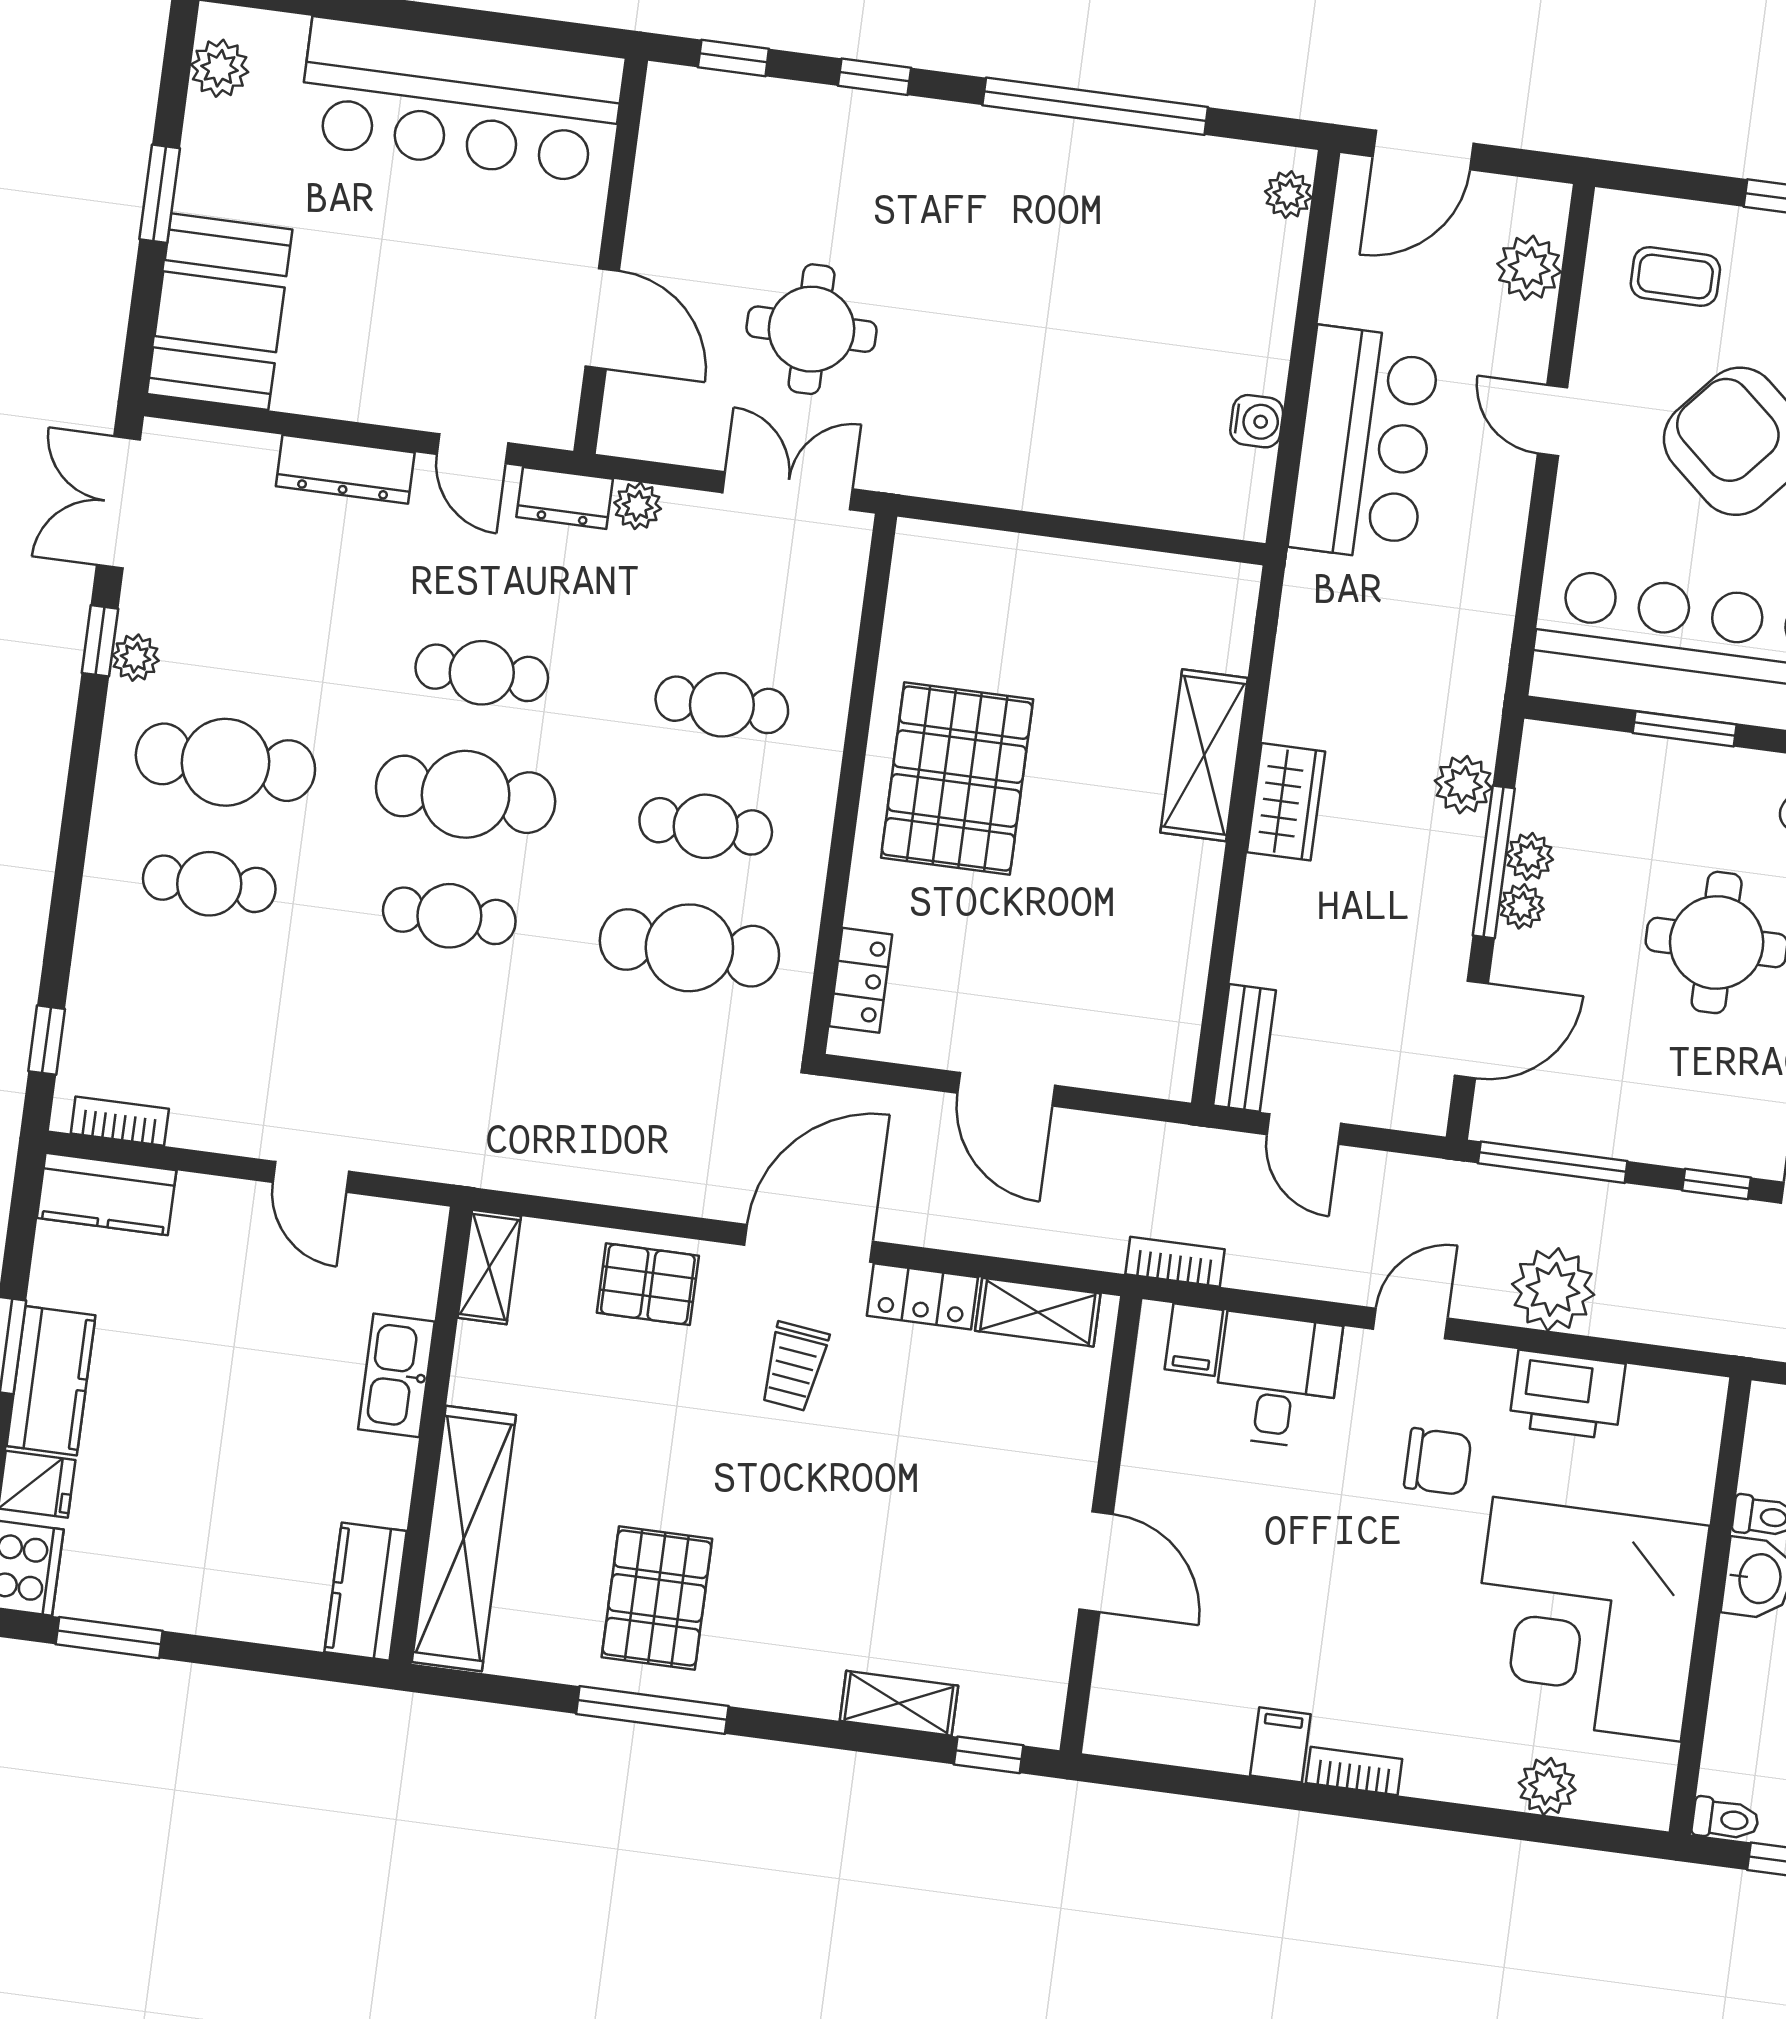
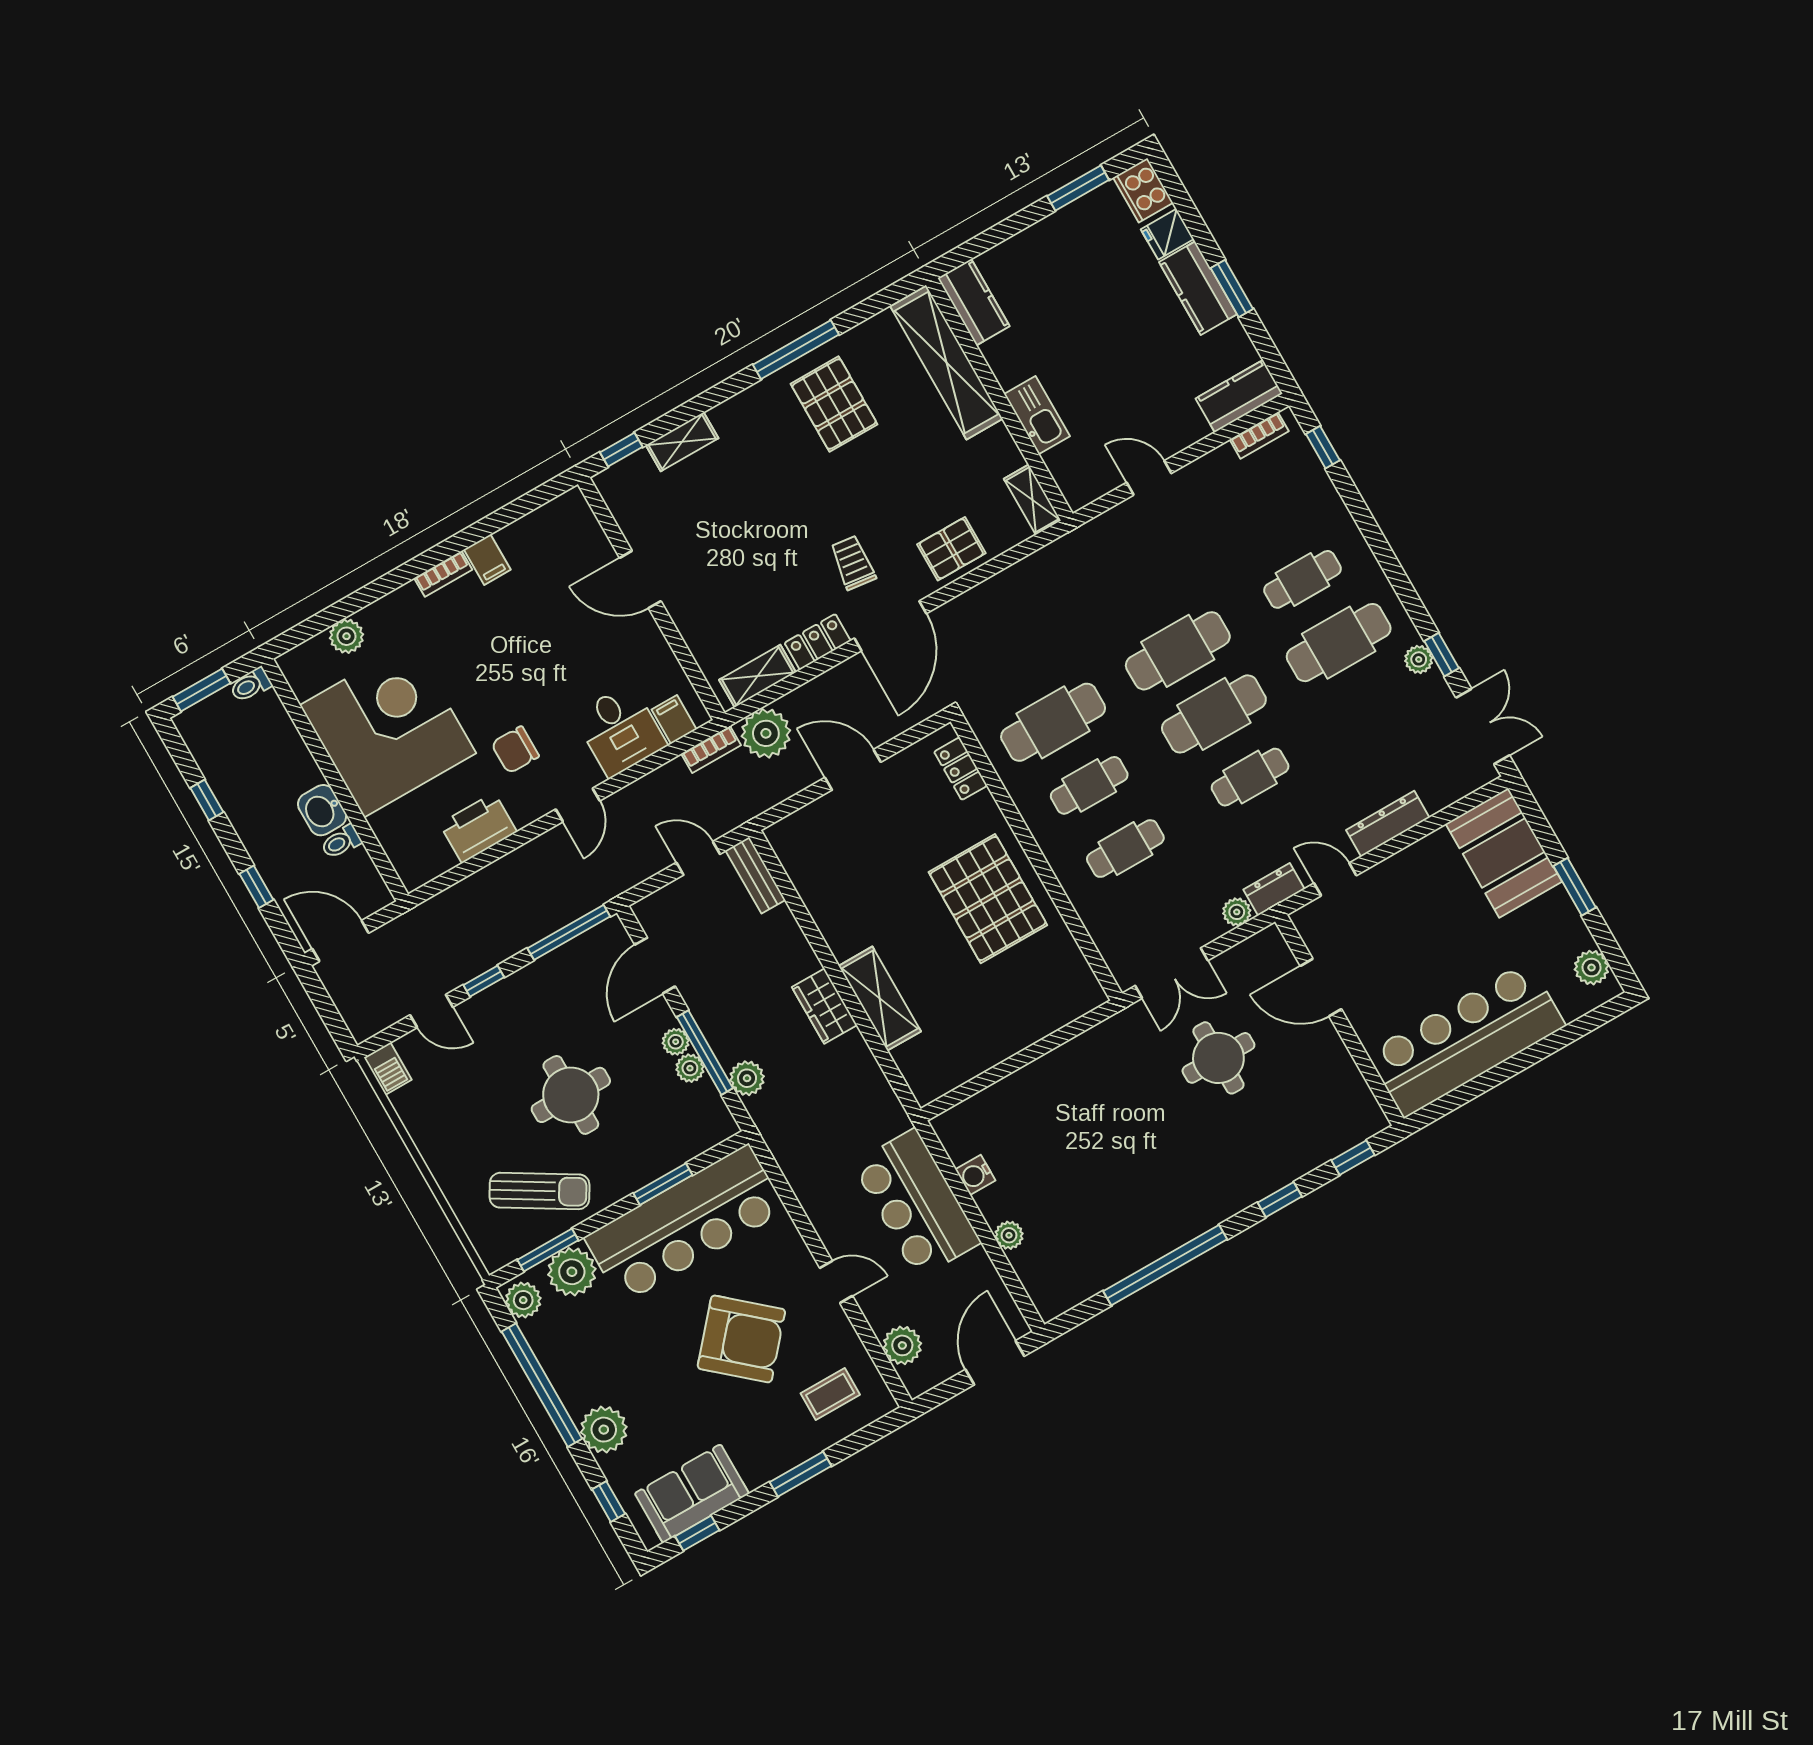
plant: (1288, 194) -> (1009, 1235), moved
cafe table: (449, 916) -> (1178, 651), width x1.37, depth x1.35
plant: (1553, 1289) -> (766, 733), moved

